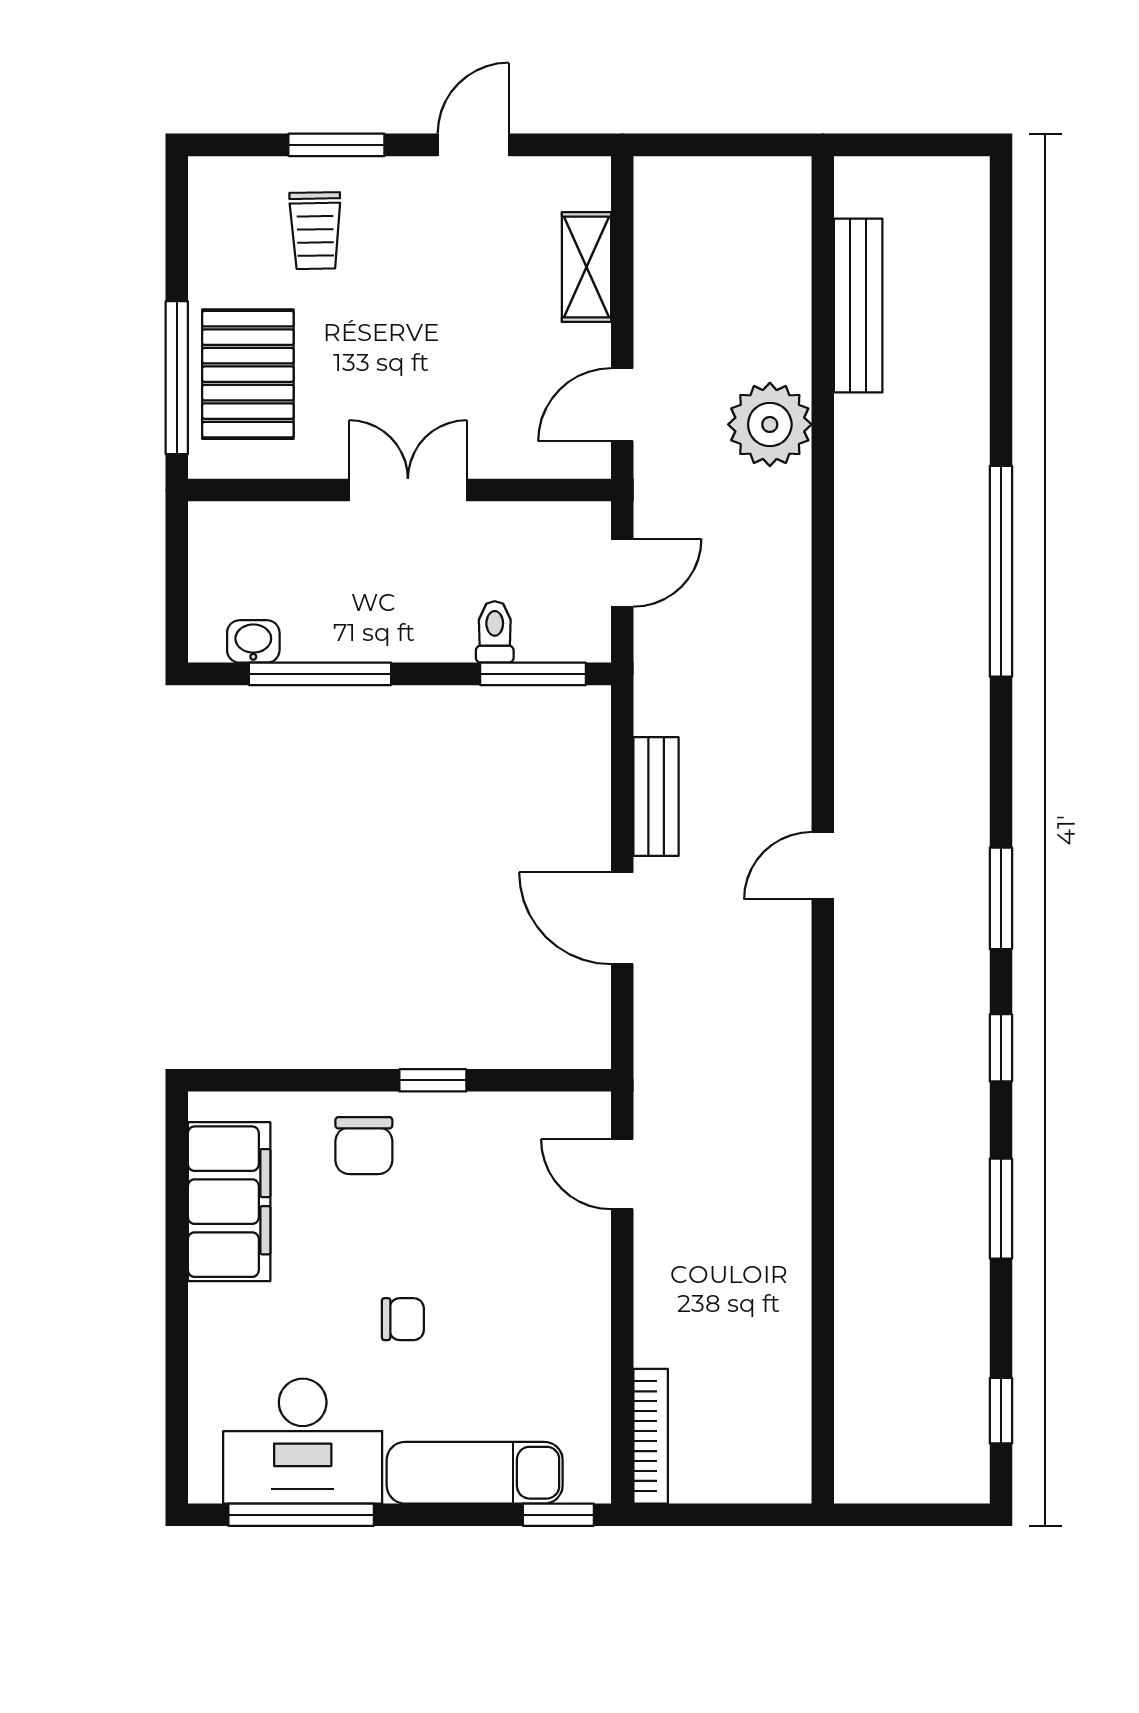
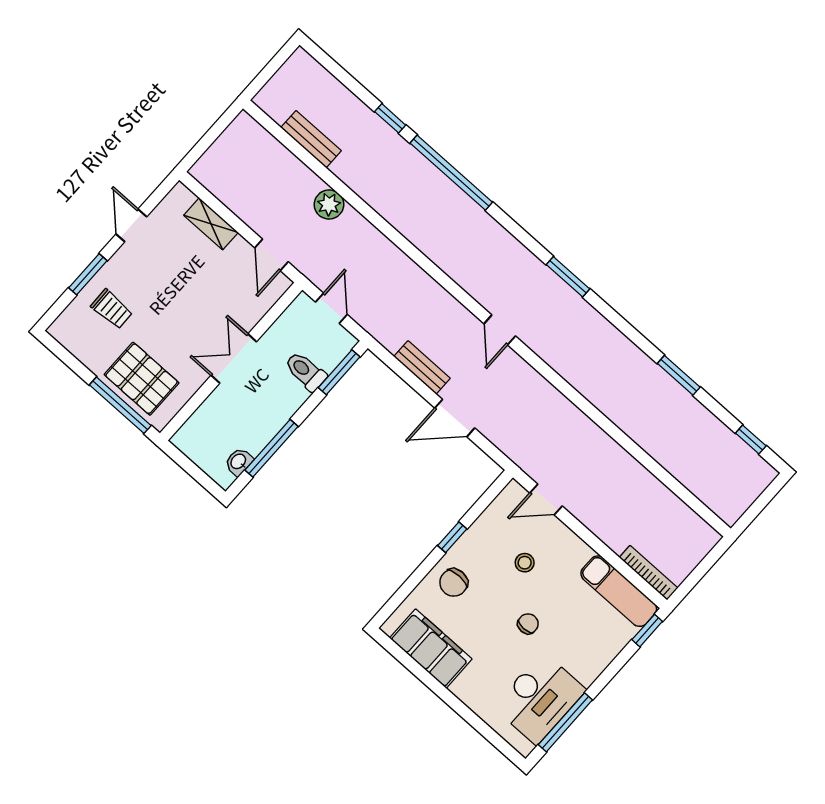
bench: (858, 306) -> (311, 139), width x0.73
plant: (770, 424) -> (329, 205), width x0.73, depth x0.73
toilet: (495, 632) -> (306, 371), width x1.37, depth x1.39
window: (1001, 1048) -> (390, 118), moved
chair: (364, 1146) -> (454, 583), turned 90
stool: (494, 1229) -> (525, 563), added
exam couch: (475, 1473) -> (619, 591), moved, turned -90

